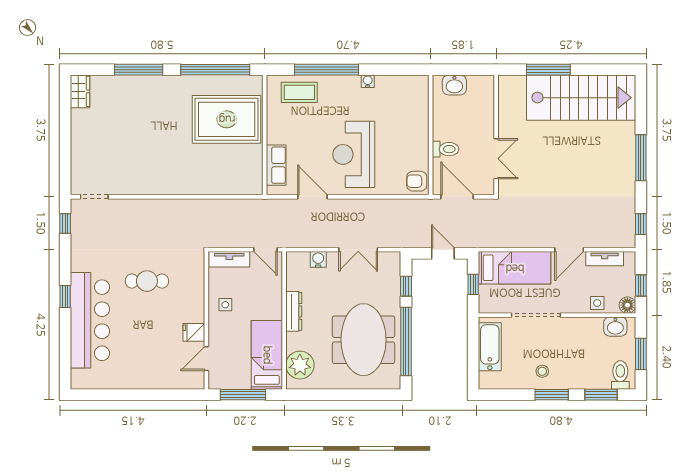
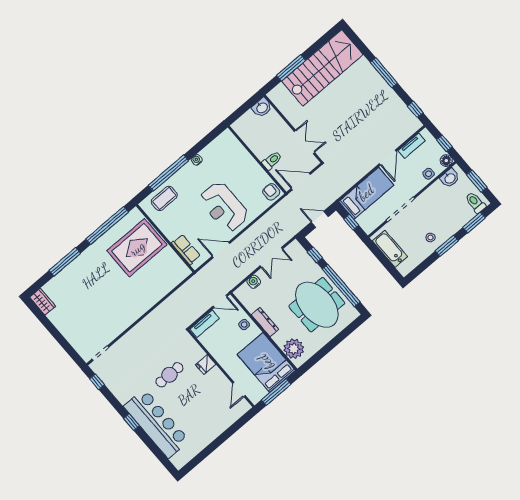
washbasin: (454, 85) -> (262, 108), moved
armchair: (417, 181) -> (271, 192), turned 90
side table: (225, 305) -> (244, 325), moved
fridge: (194, 332) -> (206, 365), moved
bed: (267, 355) -> (266, 362), width x1.50

